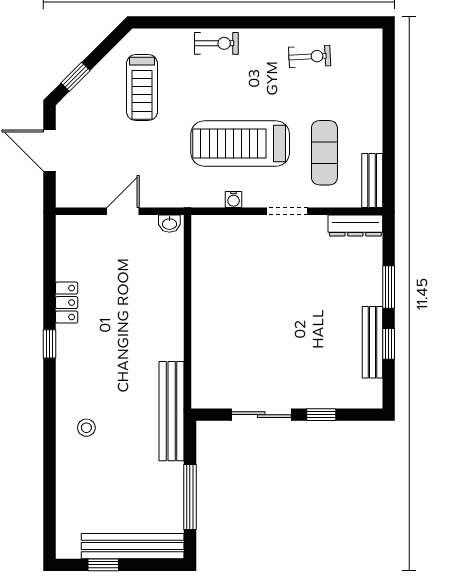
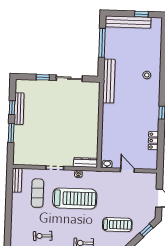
treadmill: (142, 88) -> (117, 225), turned 90
door: (123, 211) -> (127, 170), swing flipped
dresser: (355, 226) -> (85, 162), moved
locker: (67, 303) -> (153, 141), moved

